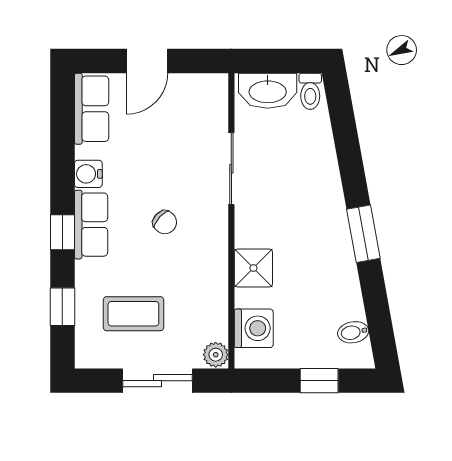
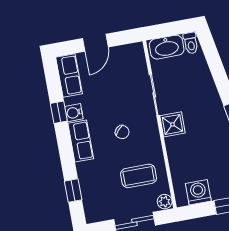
window: (62, 232) -> (59, 112), moved
shower: (253, 268) -> (173, 124), moved
coffee table: (133, 314) -> (139, 176), moved
washing machine: (254, 328) -> (198, 192), moved, turned -90

